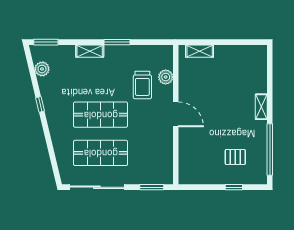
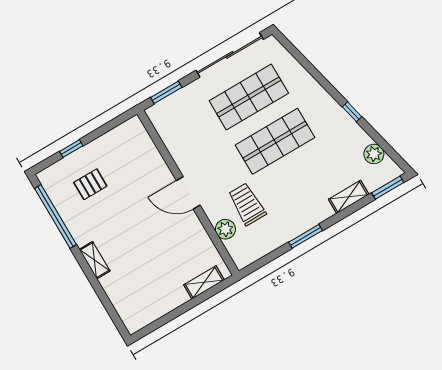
shelving: (90, 51) -> (349, 197), moved

